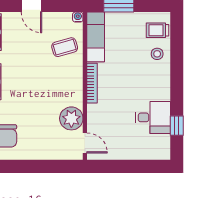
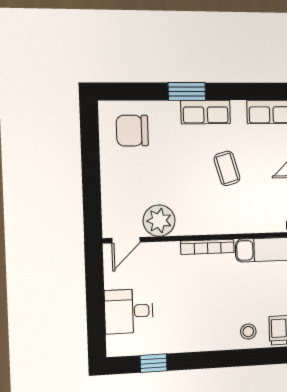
coffee table: (65, 47) -> (227, 168), moved
desk: (153, 117) -> (129, 311), moved, turned 90

